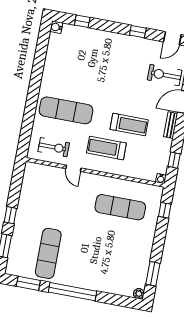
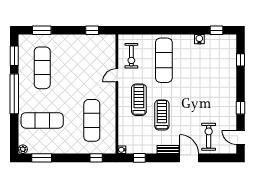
water cooler: (56, 27) -> (199, 39), moved
window: (43, 43) -> (217, 30), added
treadmill: (129, 125) -> (162, 115), turned 180
window: (10, 215) -> (92, 30), moved
exercise mat: (48, 253) -> (42, 68), turned 90
exercise mat: (109, 265) -> (42, 120), added

